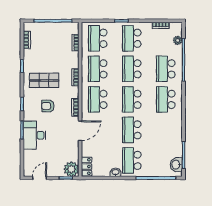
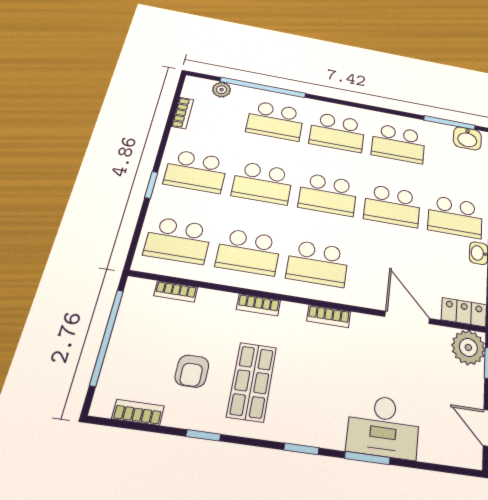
armchair: (48, 106) -> (192, 371), moved
school desk: (166, 130) -> (398, 144), added
door: (80, 131) -> (407, 317), moved

